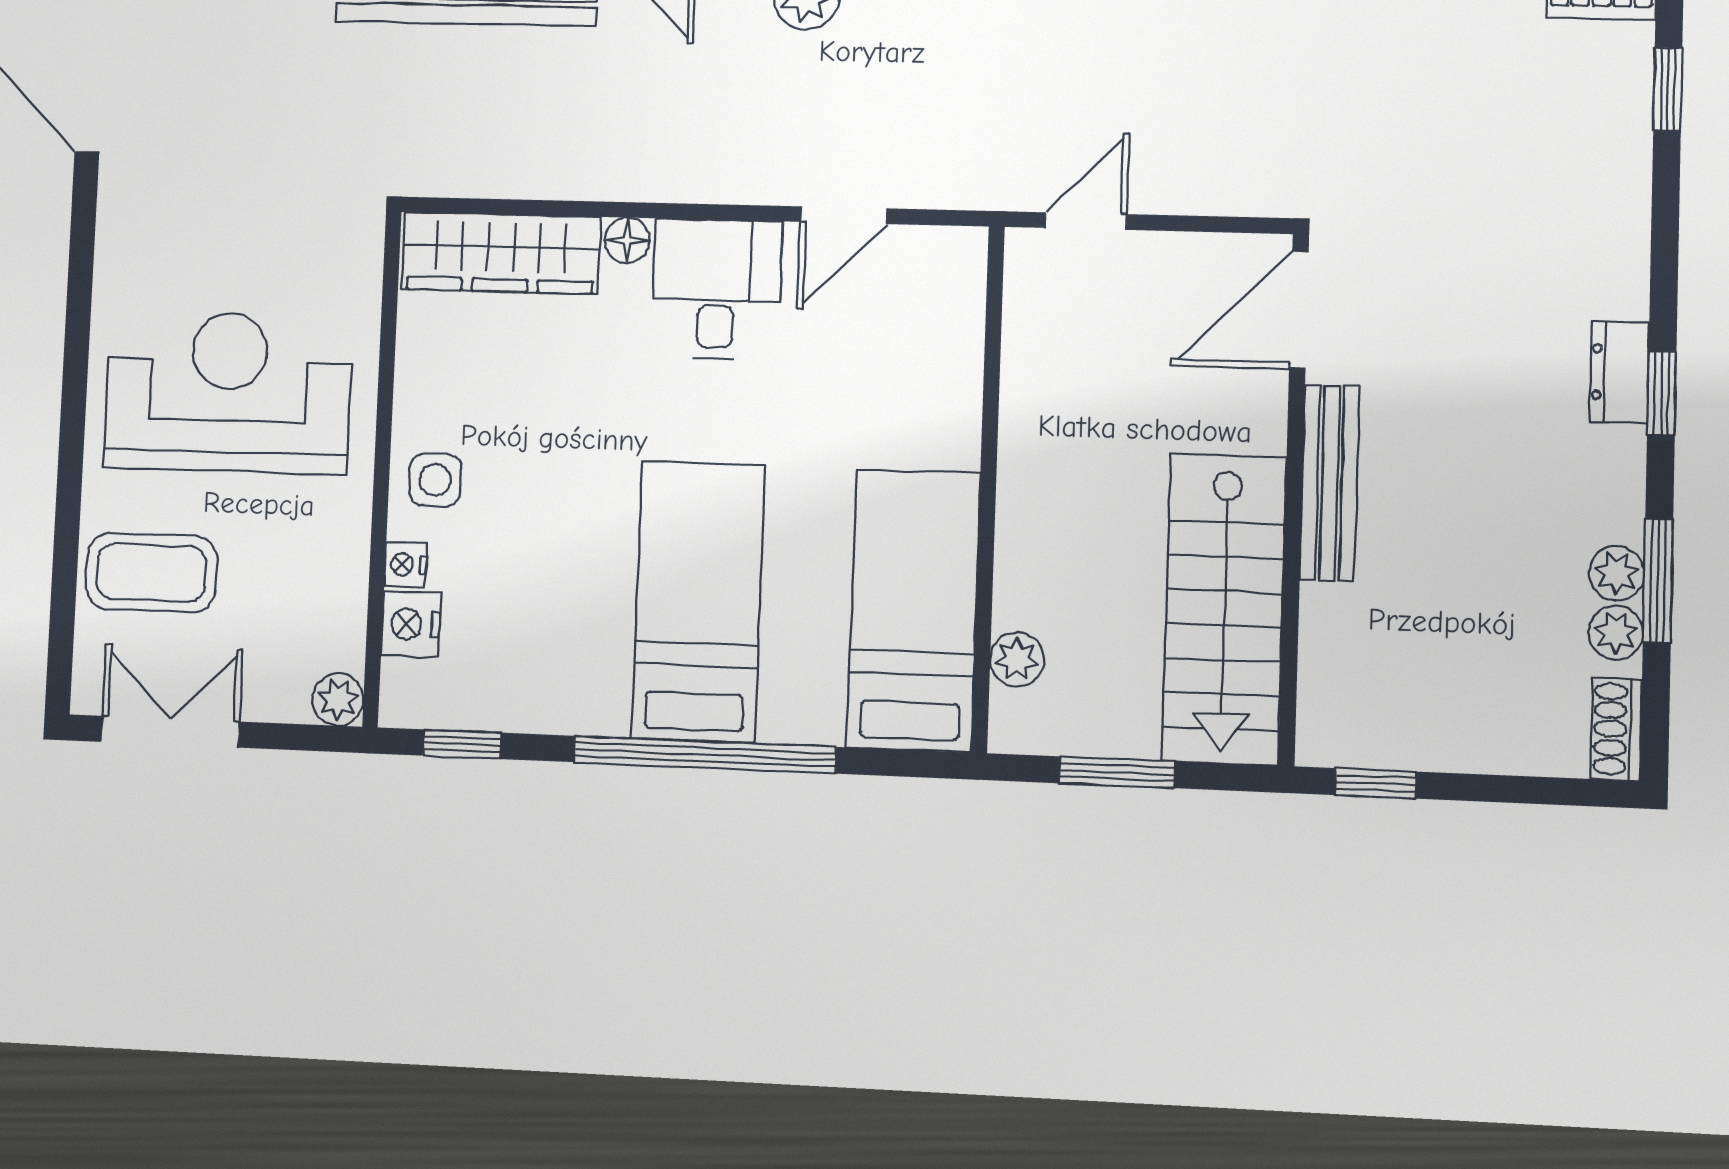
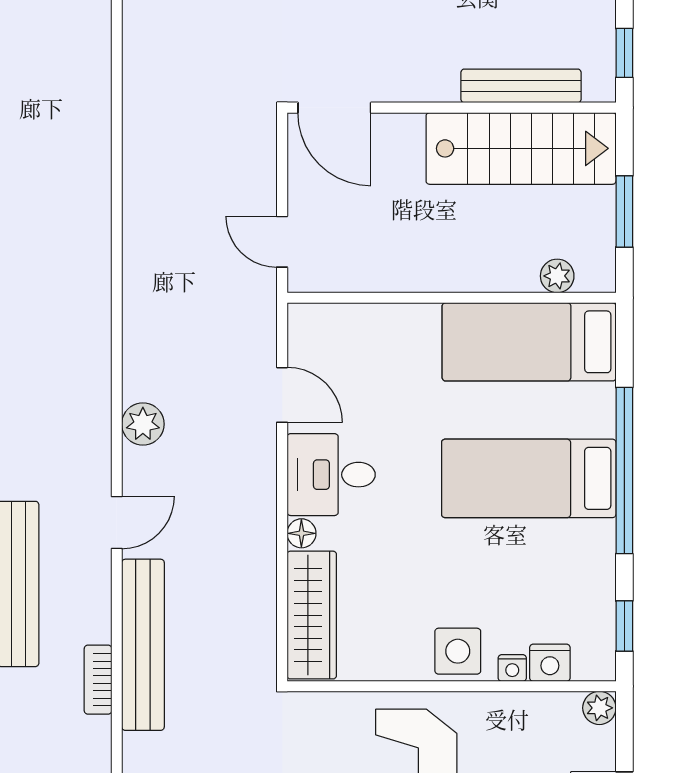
side table: (435, 480) -> (458, 651), width x1.37, depth x1.37
bench: (1330, 483) -> (521, 86), moved

